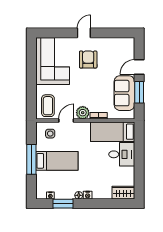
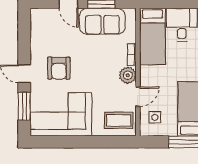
window: (59, 33) -> (24, 106), added
armchair: (88, 60) -> (59, 68), turned -90
door: (66, 121) -> (138, 97), swing flipped

